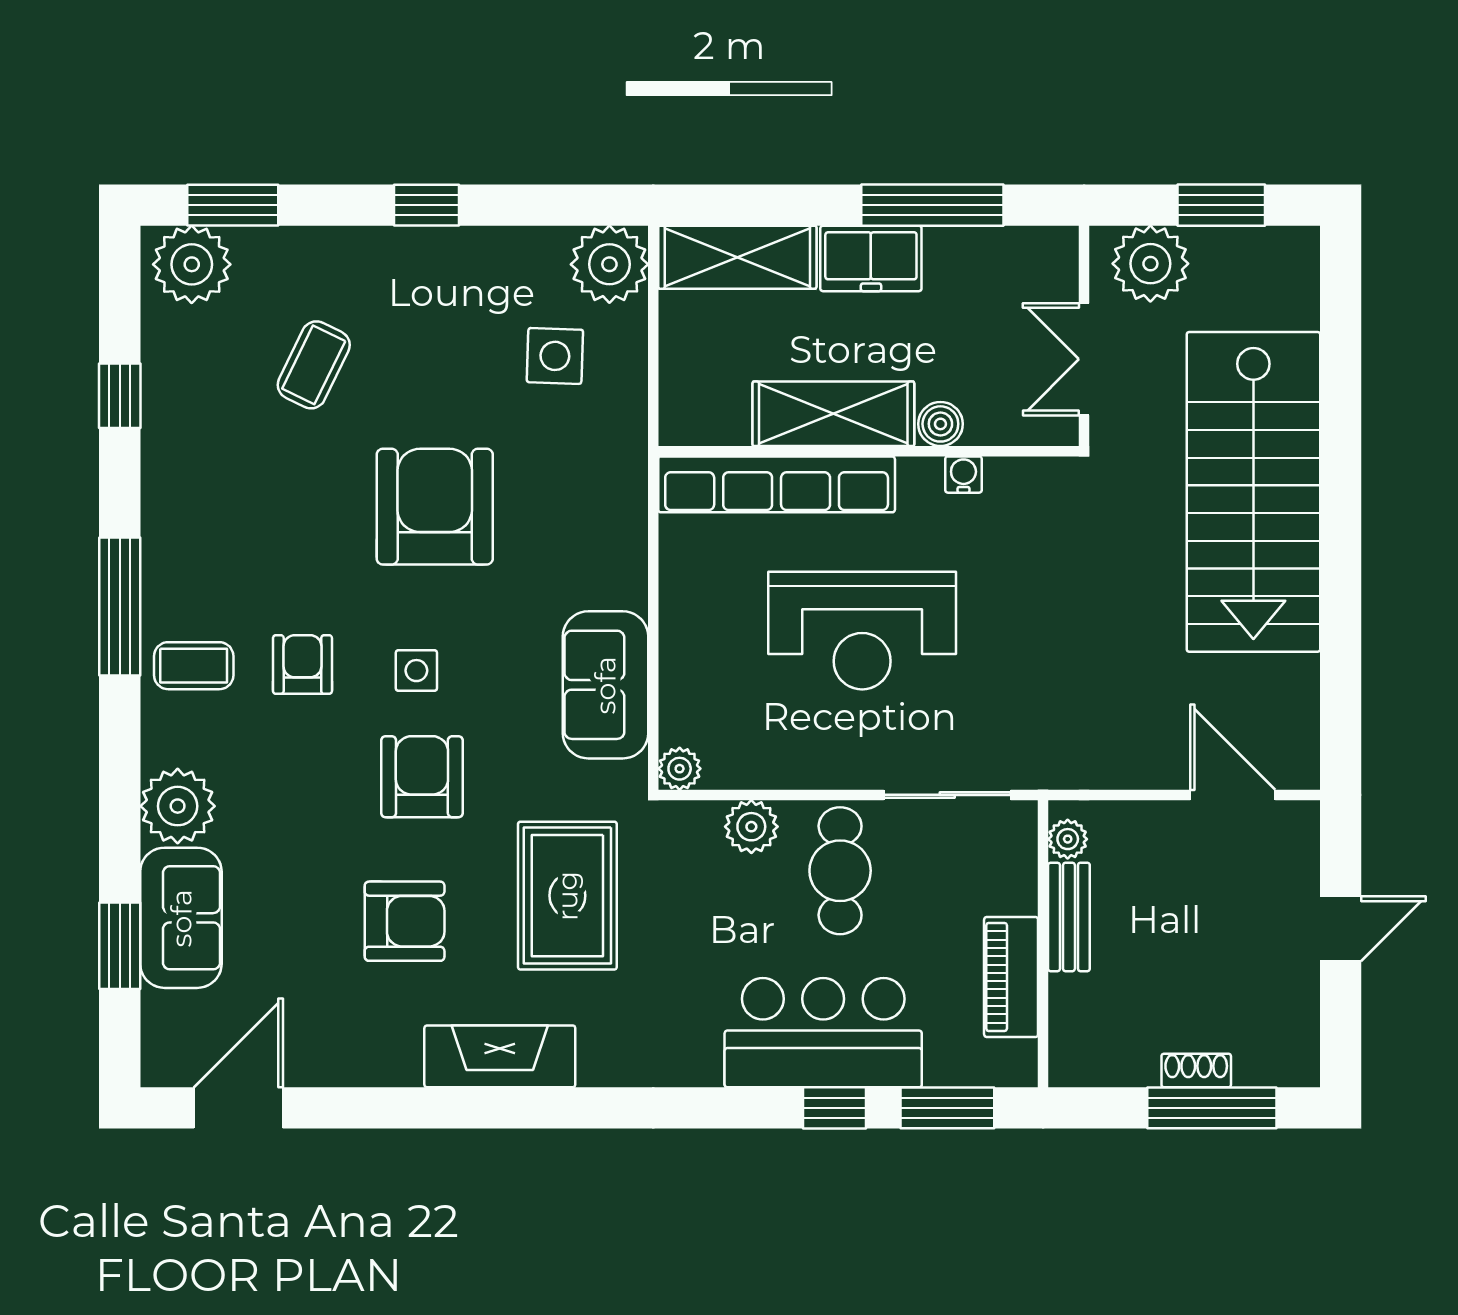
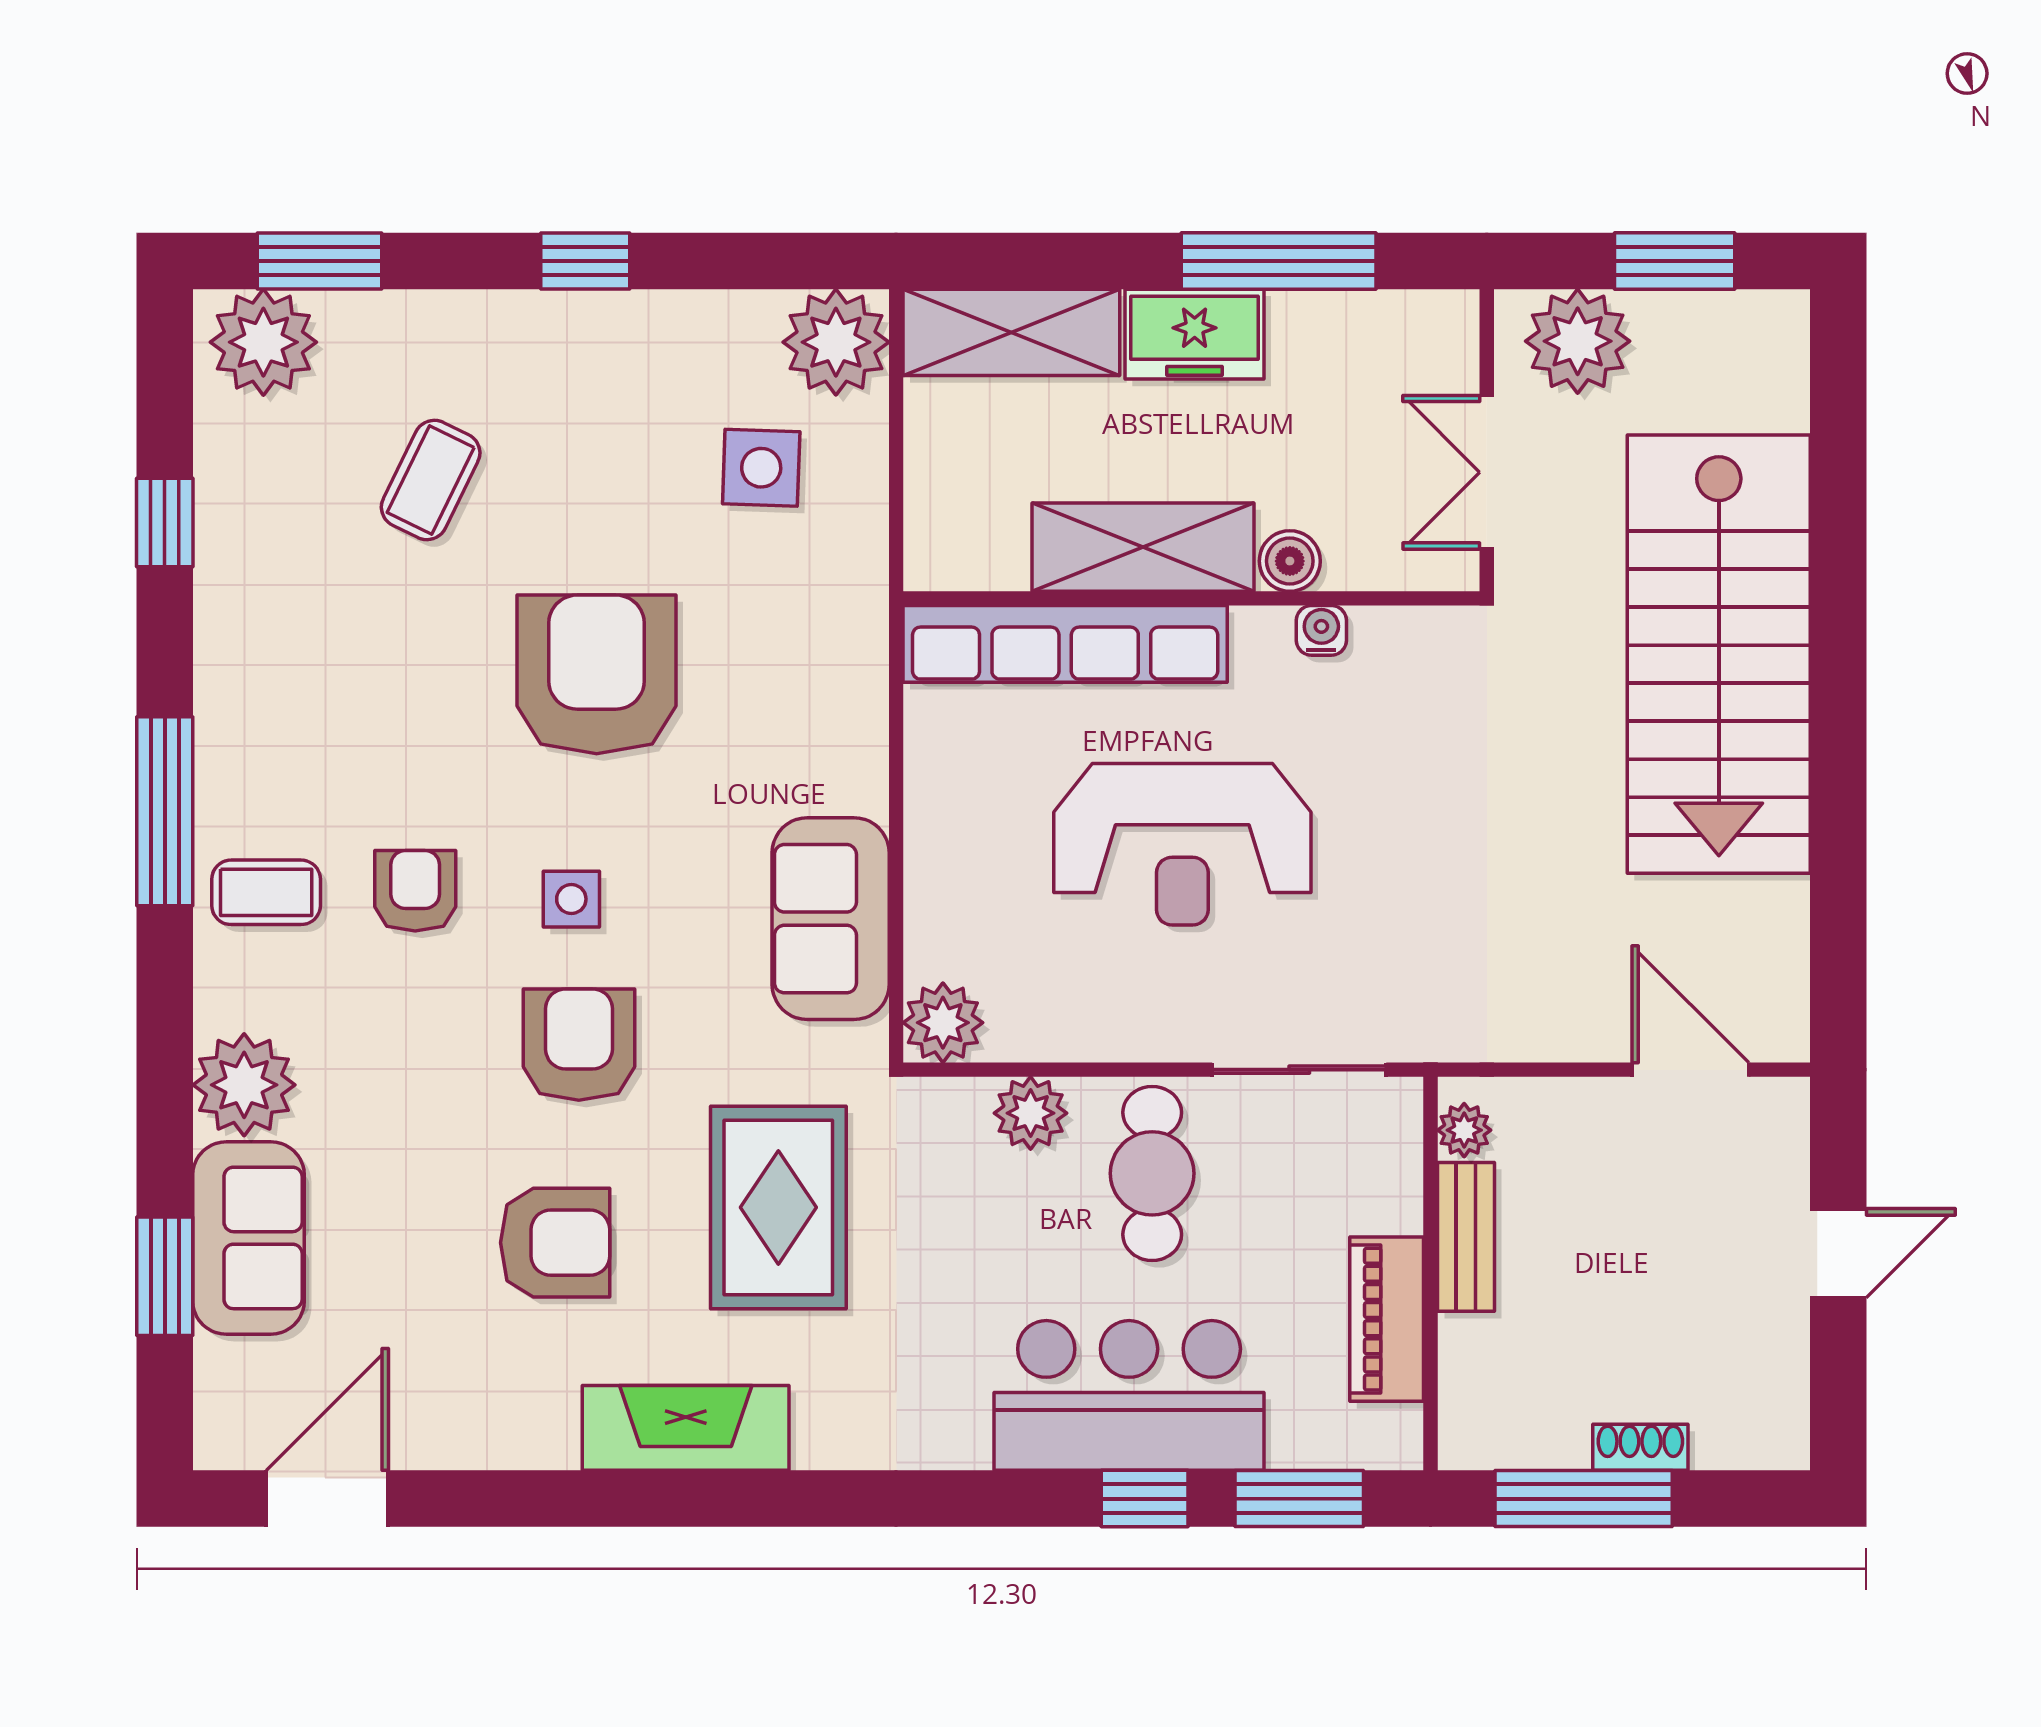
plant: (680, 769) -> (943, 1023), width x1.38, depth x1.38
window: (1212, 1108) -> (1584, 1499), moved

